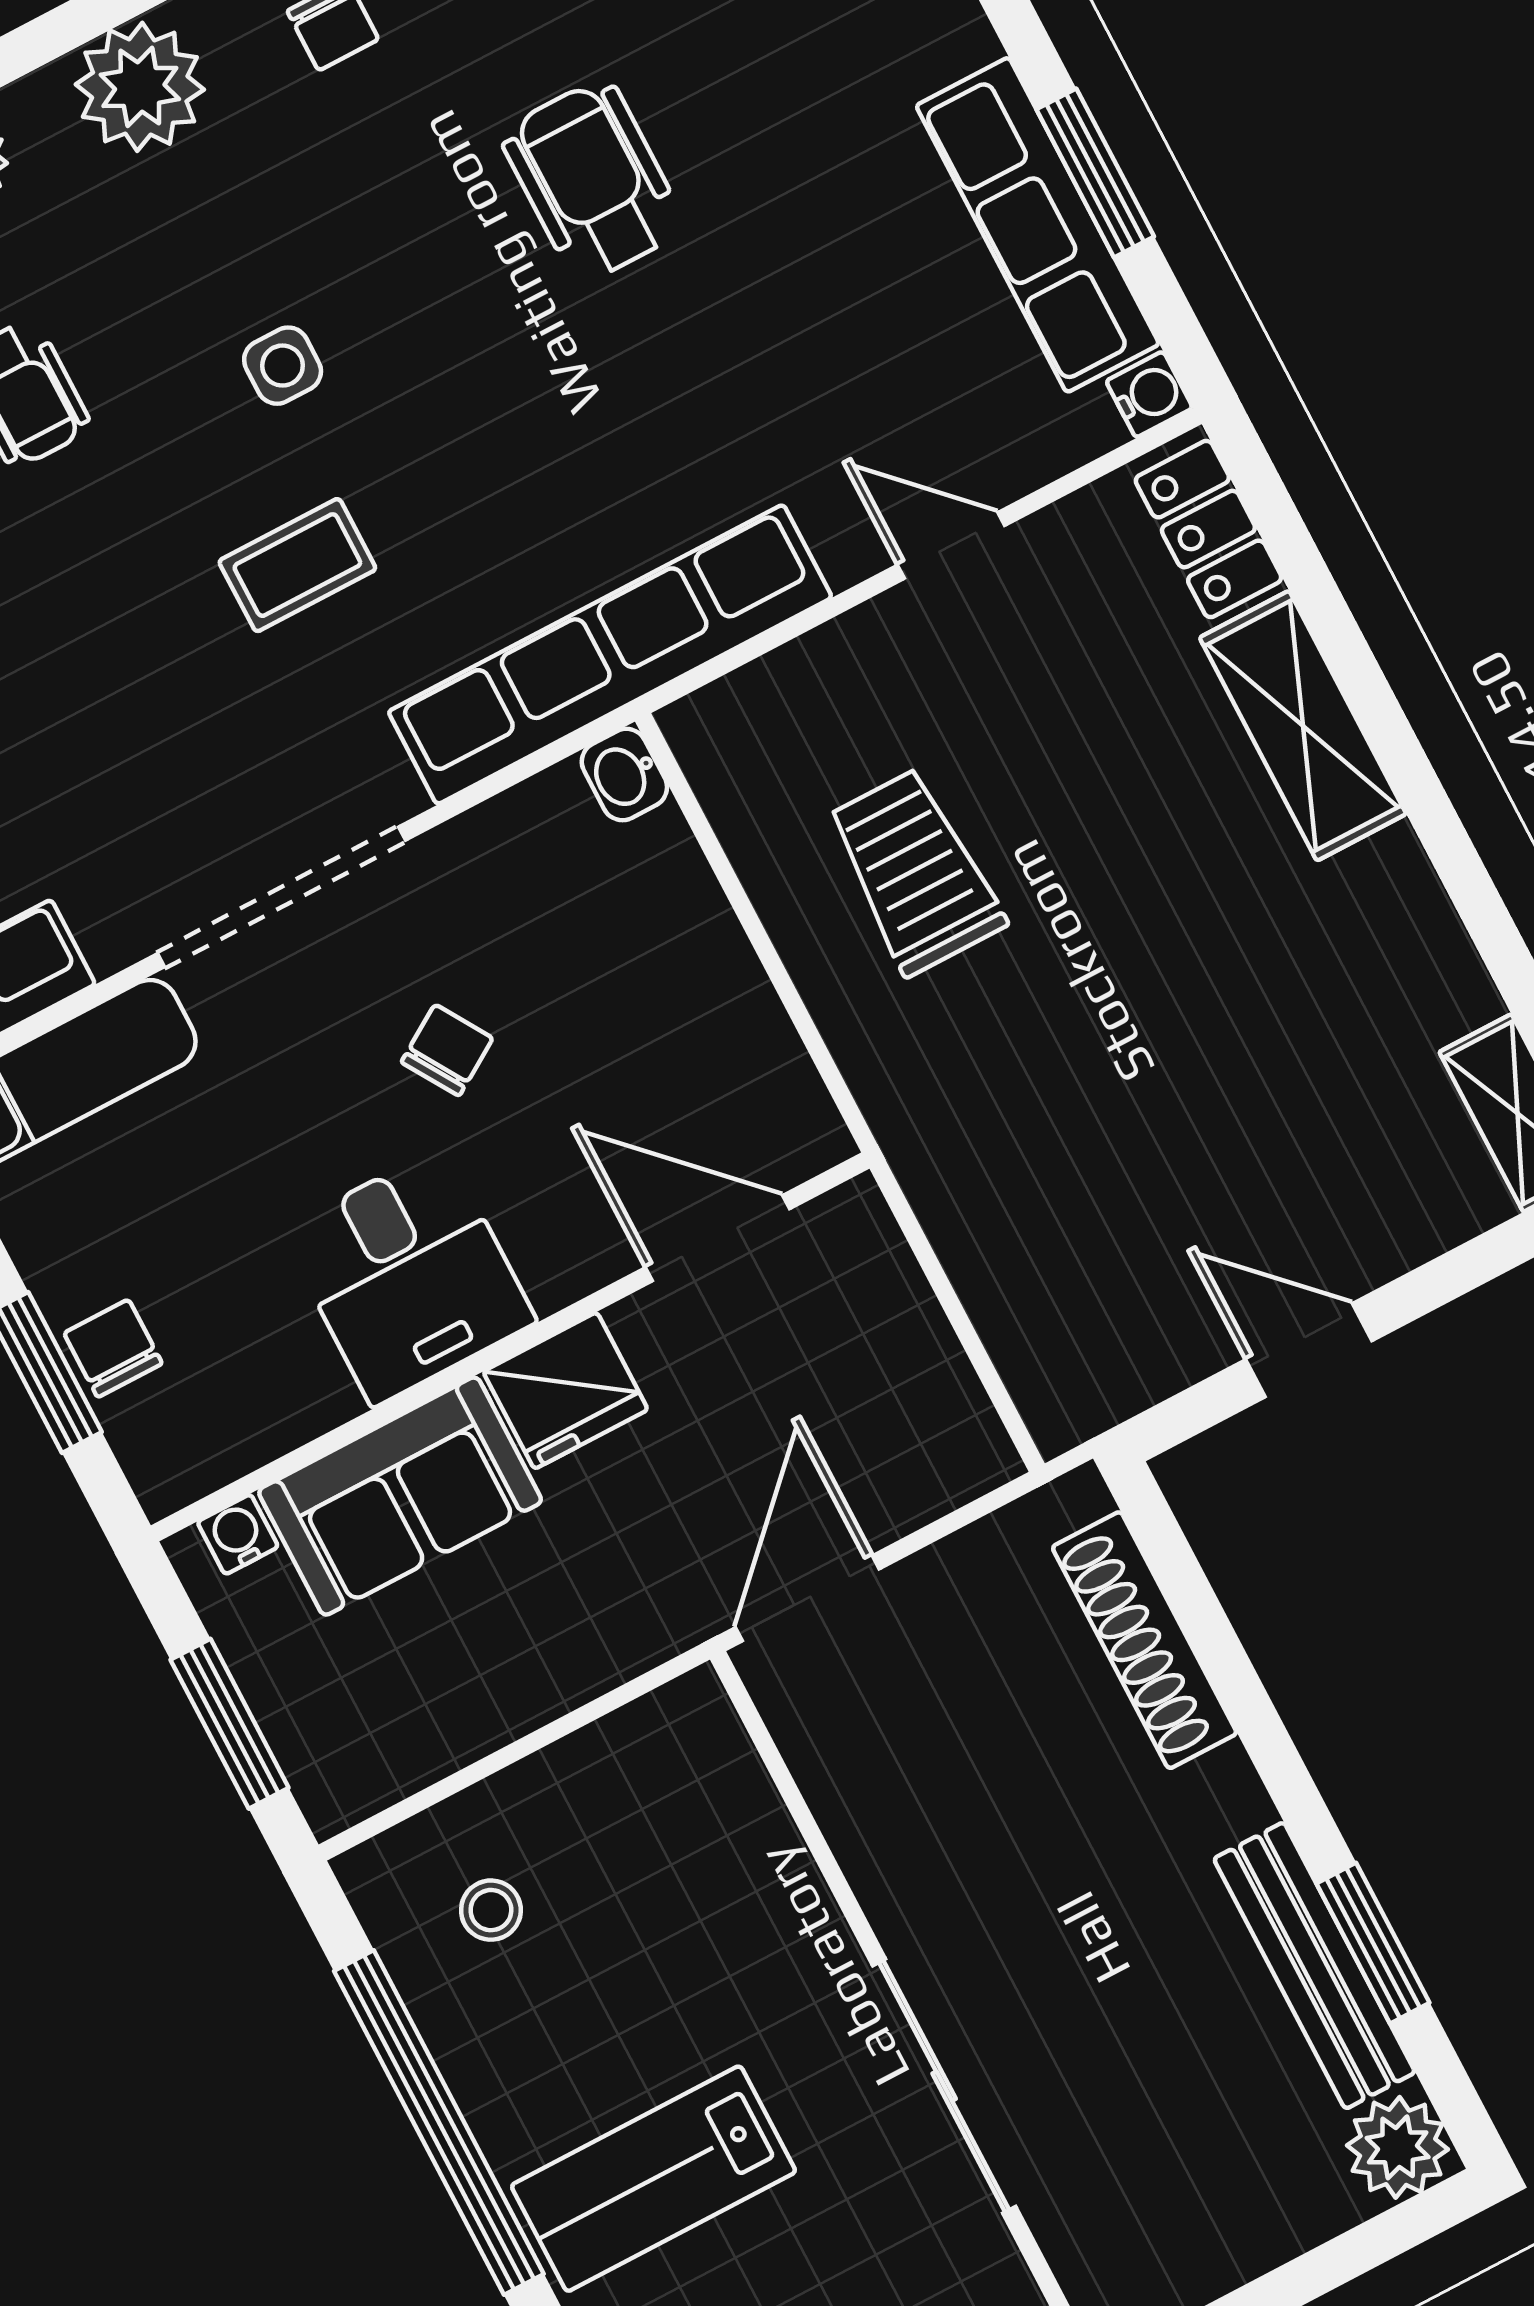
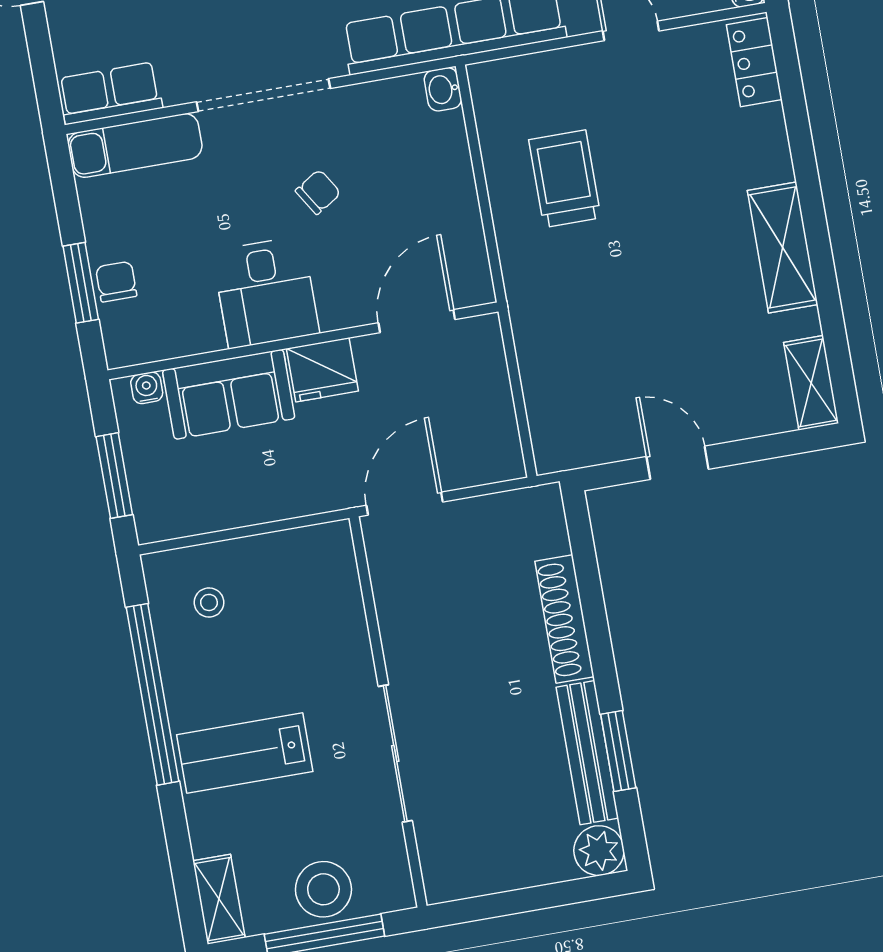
shelving: (1303, 726) -> (783, 247), moved
door: (718, 1238) -> (417, 321), hinge flipped
shoe rack: (1145, 1640) -> (564, 619), moved

